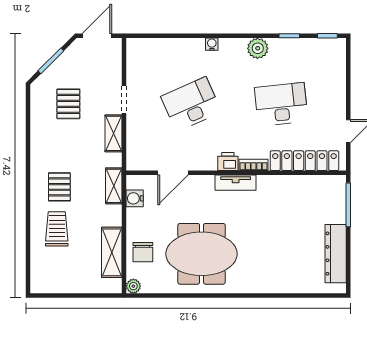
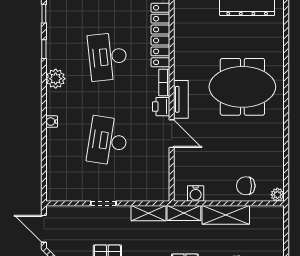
desk: (191, 104) -> (108, 141), turned 33
shelving: (114, 133) -> (149, 213), moved
door: (173, 173) -> (172, 134), moved
shelving: (112, 252) -> (226, 215), moved
chair: (143, 252) -> (246, 186), turned 180
meeting table: (202, 254) -> (242, 87), moved, turned 90

